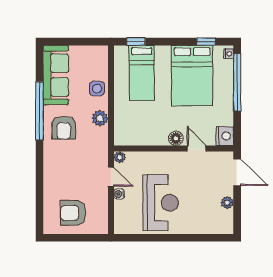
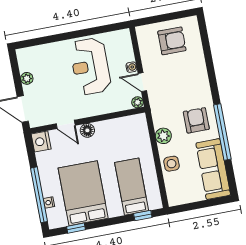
nightstand: (229, 54) -> (49, 203), moved

